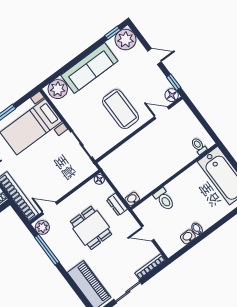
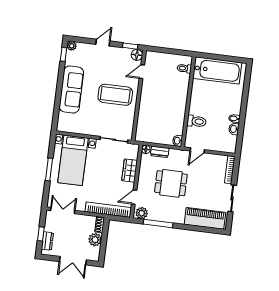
plant: (125, 40) -> (72, 46), width x0.53, depth x0.53
plant: (58, 89) -> (66, 121), removed
wardrobe: (68, 183) -> (130, 171), added
dresser: (117, 204) -> (160, 152), moved
door: (148, 233) -> (197, 150), moved

